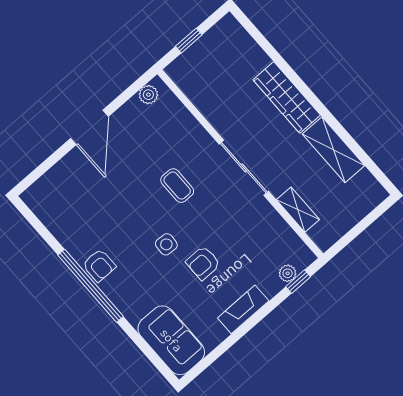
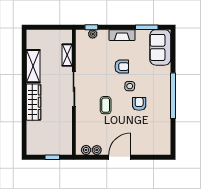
plant: (133, 108) -> (97, 150), added
armchair: (99, 265) -> (139, 104), moved
window: (217, 353) -> (147, 27), added

